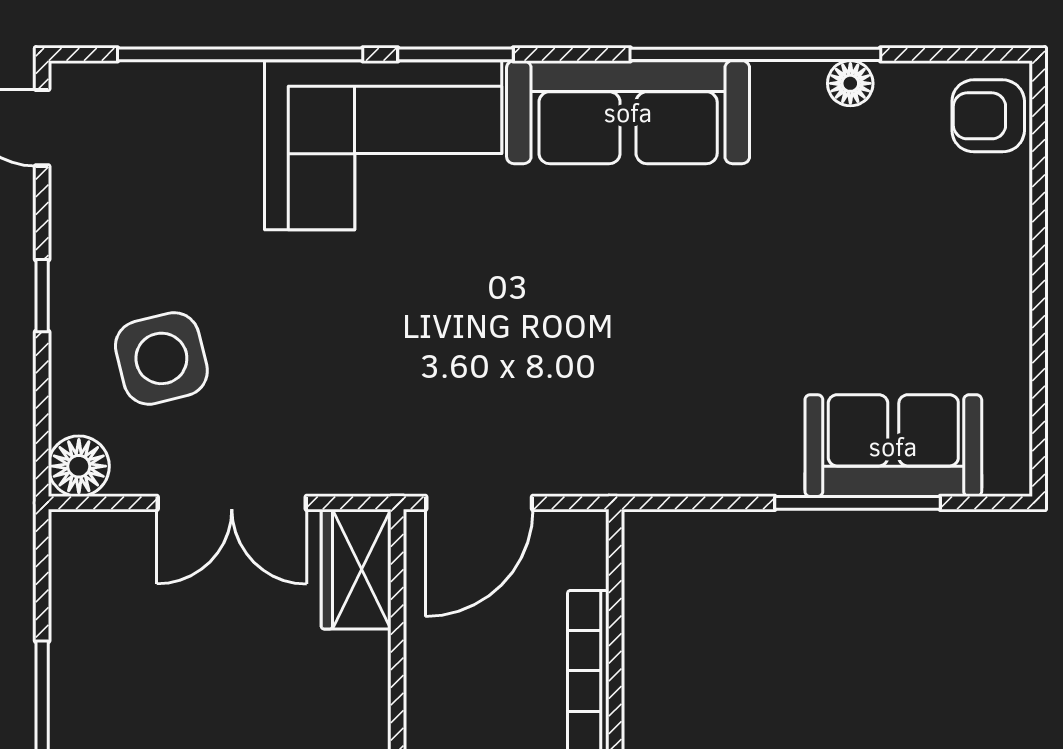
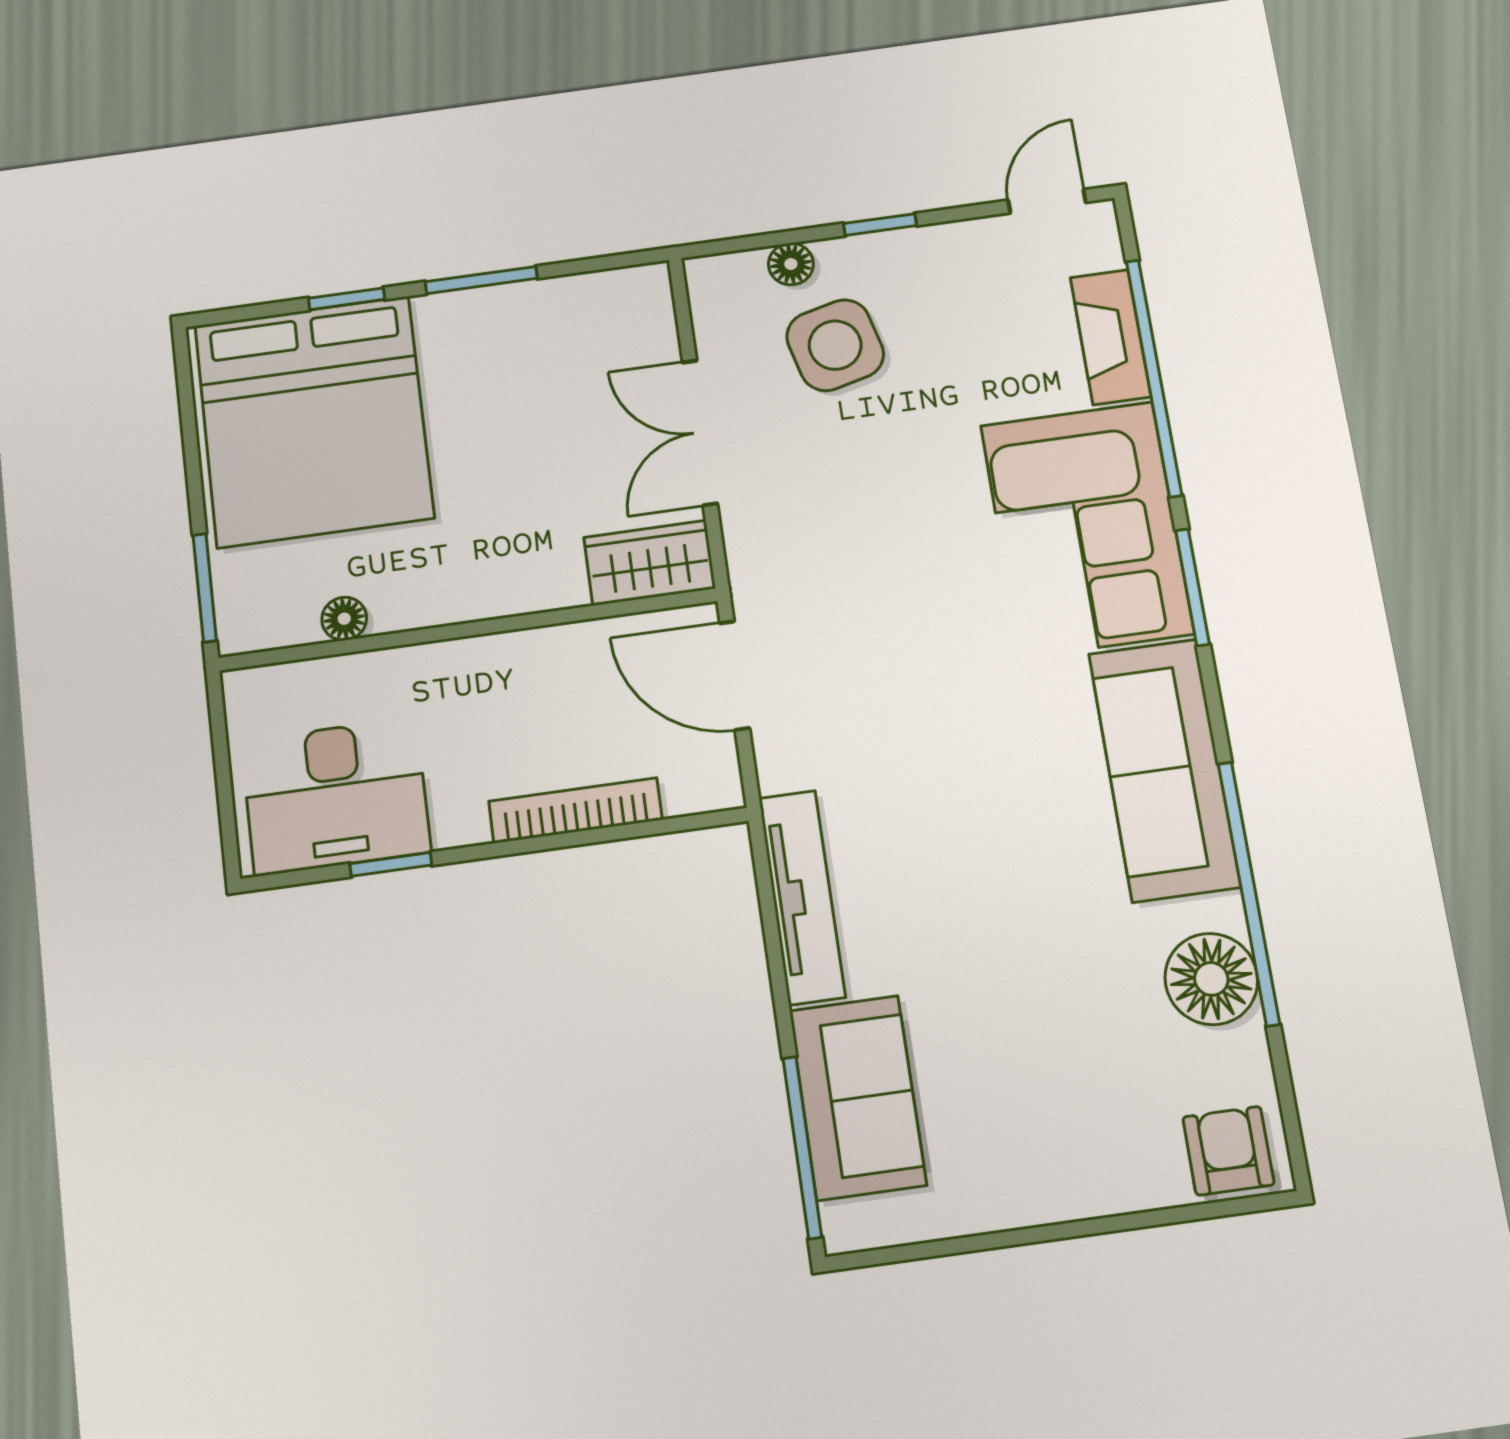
floor lamp: (850, 83) -> (1211, 979), width x1.89, depth x1.89
fireplace: (193, 89) -> (1110, 337), added
floor lamp: (79, 466) -> (791, 264), moved, width x0.73, depth x0.73
tv unit: (701, 470) -> (802, 897), added
window: (858, 503) -> (802, 1147), moved

